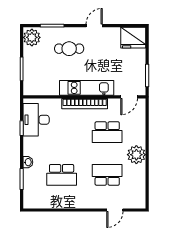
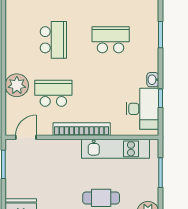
kitchen unit: (87, 88) -> (115, 149), moved
plant: (136, 155) -> (17, 85), moved
washbasin: (28, 162) -> (153, 80), moved
school desk: (107, 175) -> (53, 40), turned -90

